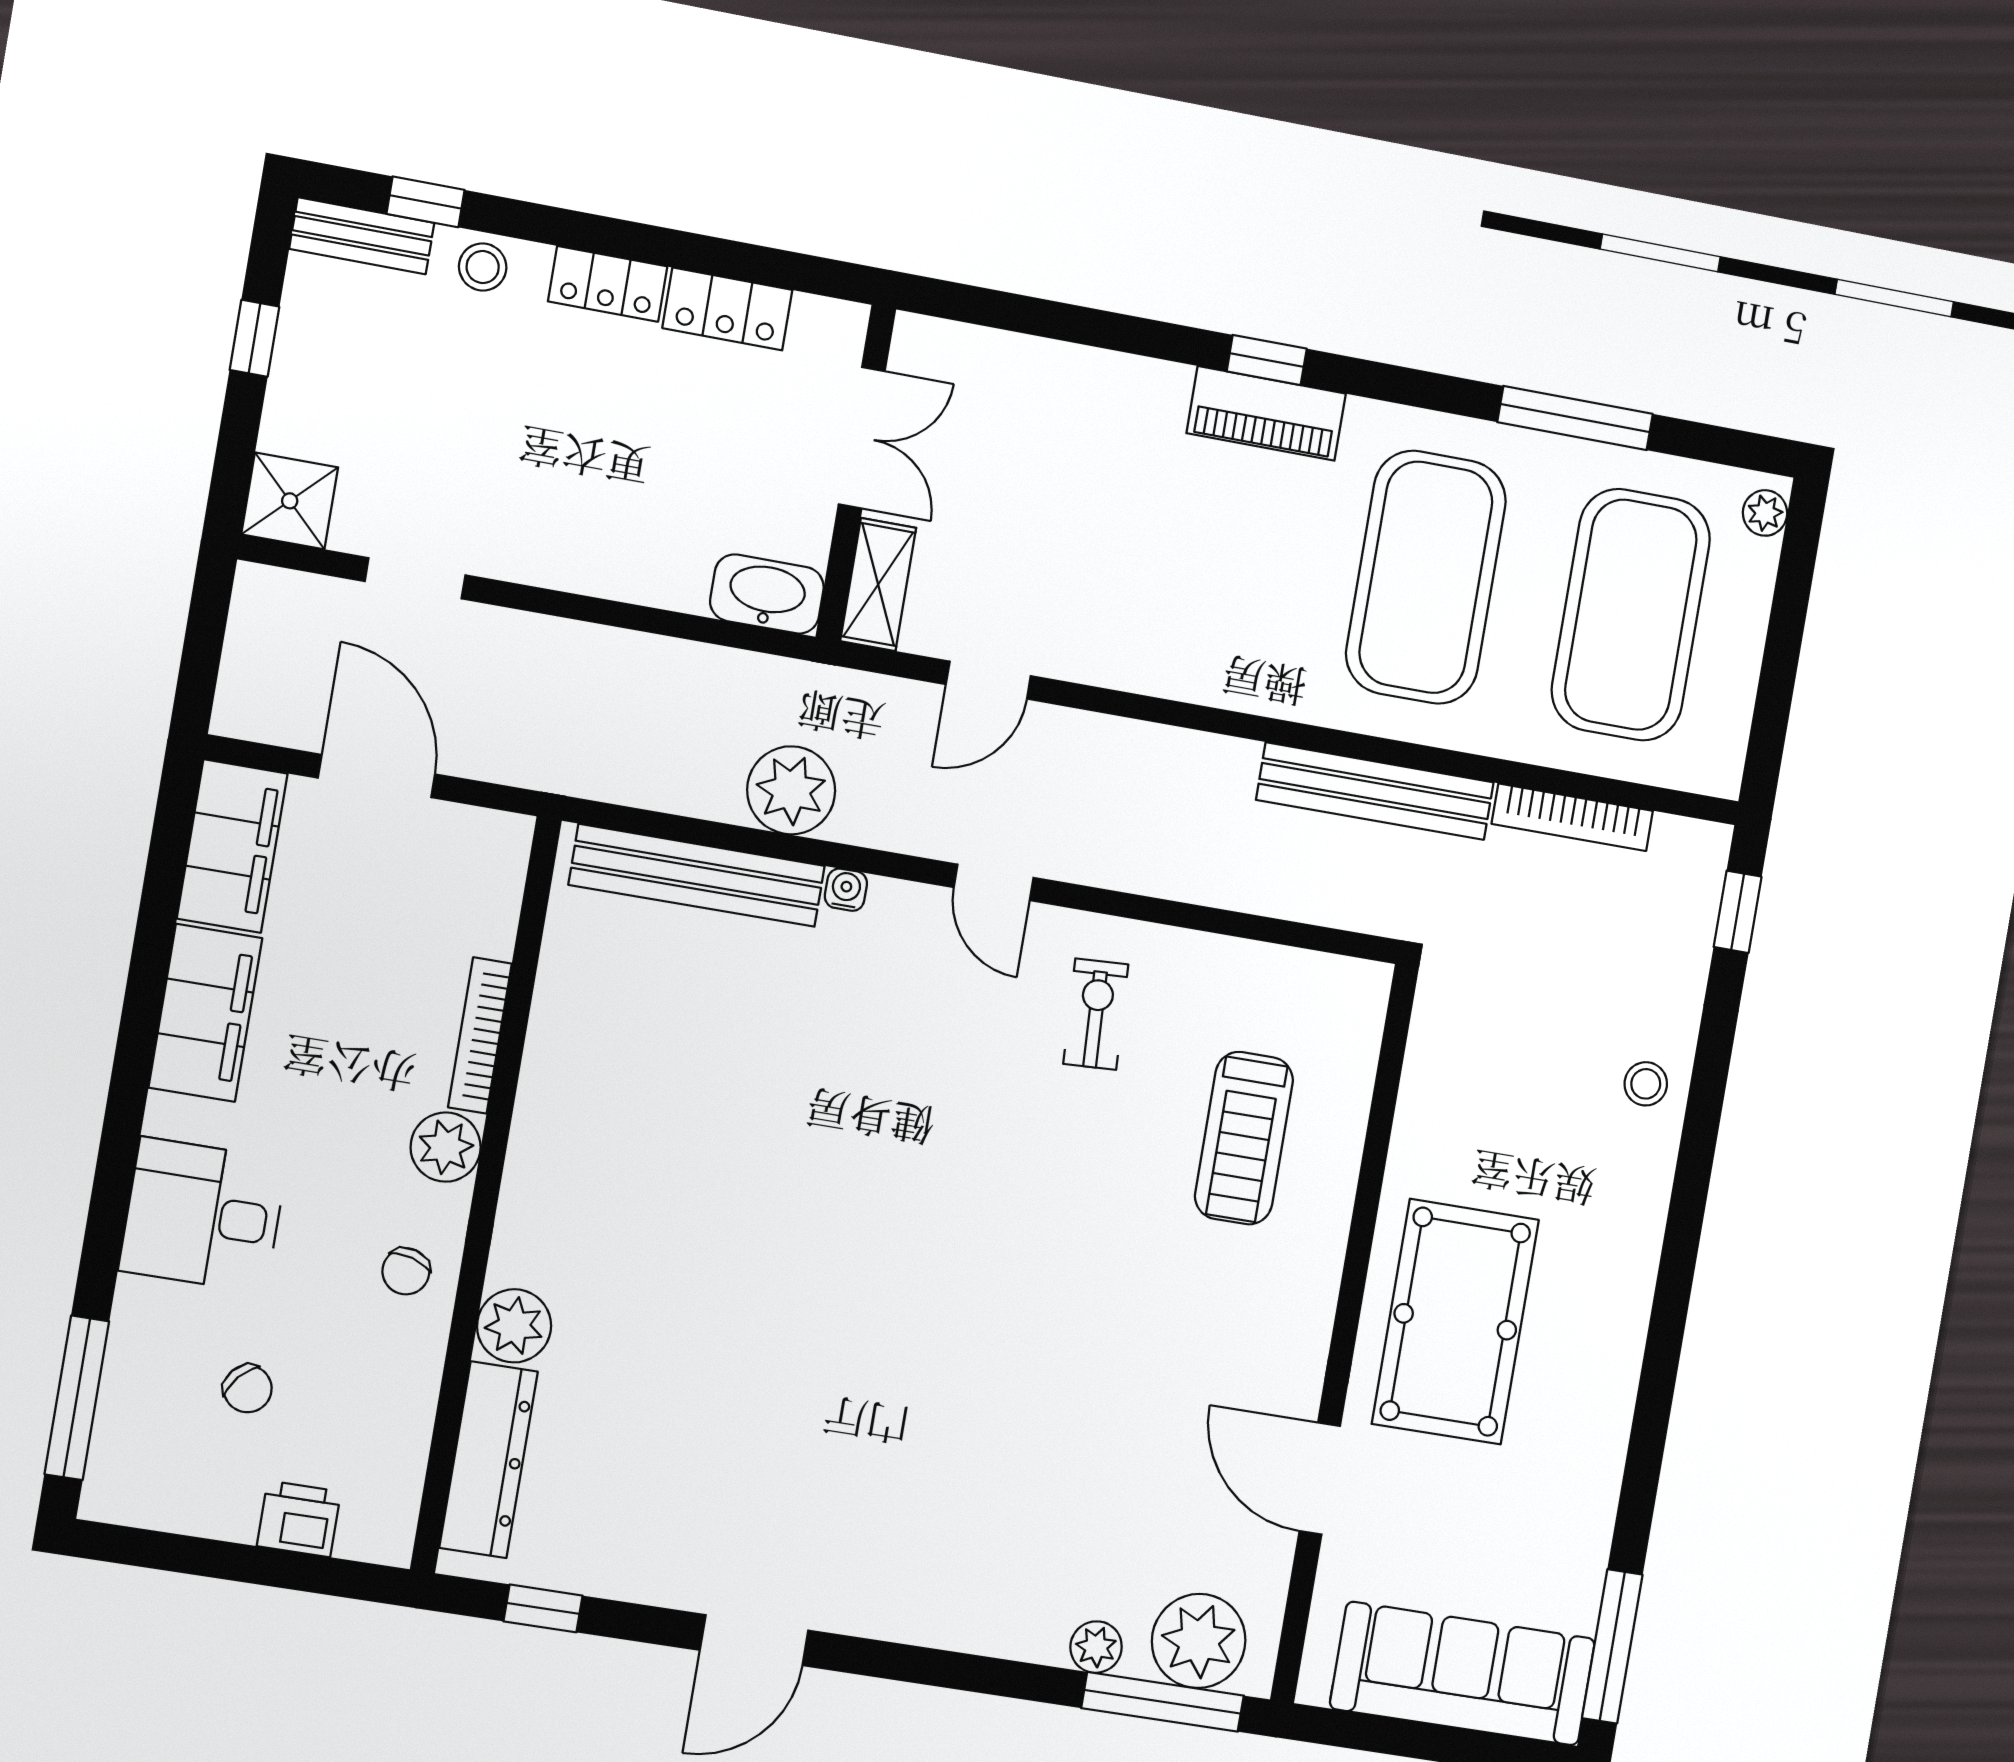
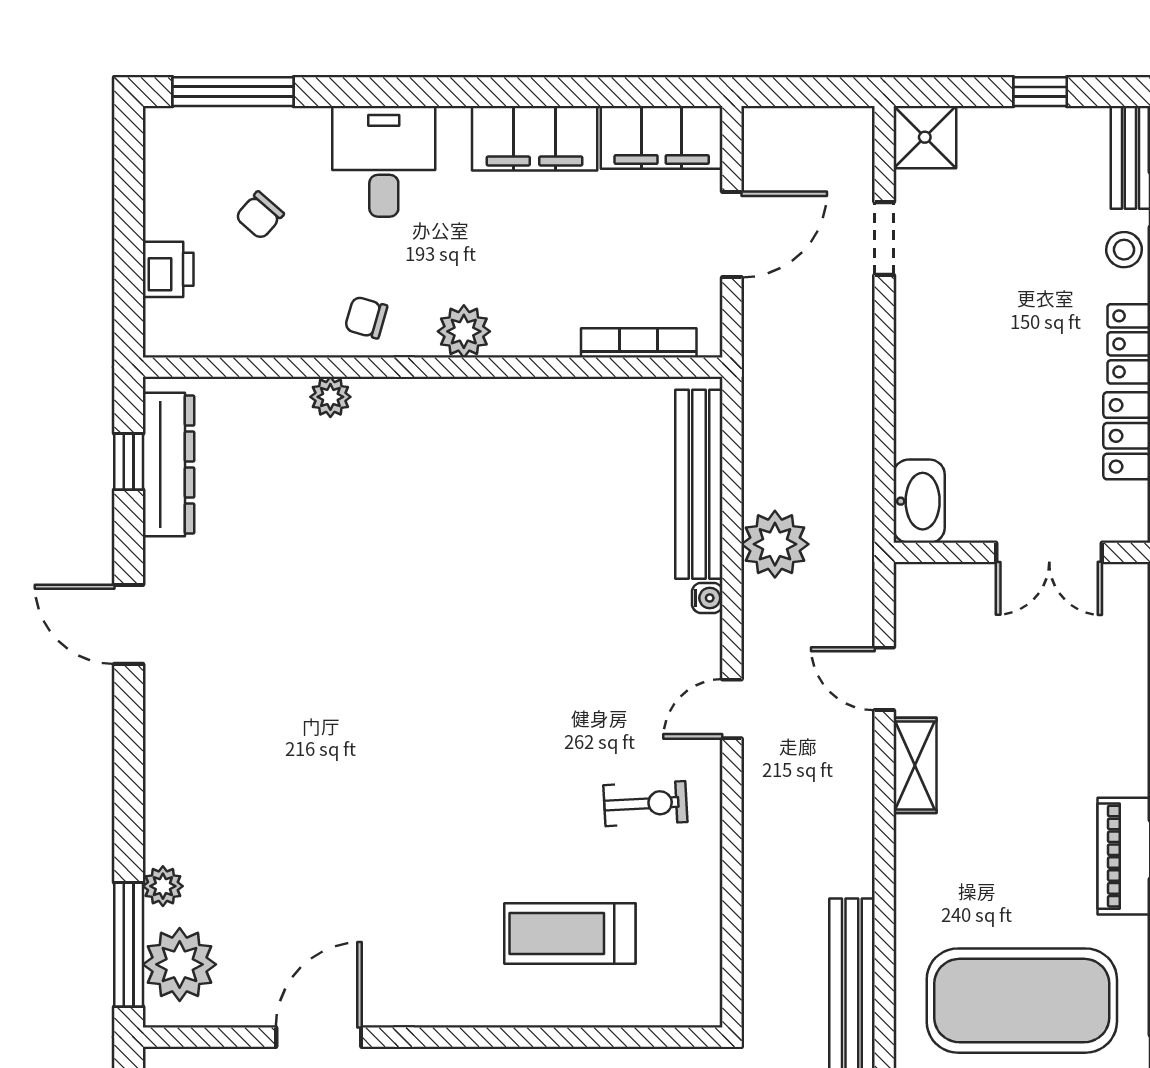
shelving: (878, 584) -> (915, 765), moved, turned 90
bookcase: (480, 1035) -> (639, 343), moved
plant: (514, 1326) -> (330, 397), width x0.73, depth x0.73
dresser: (489, 1460) -> (169, 465), moved, turned -90

